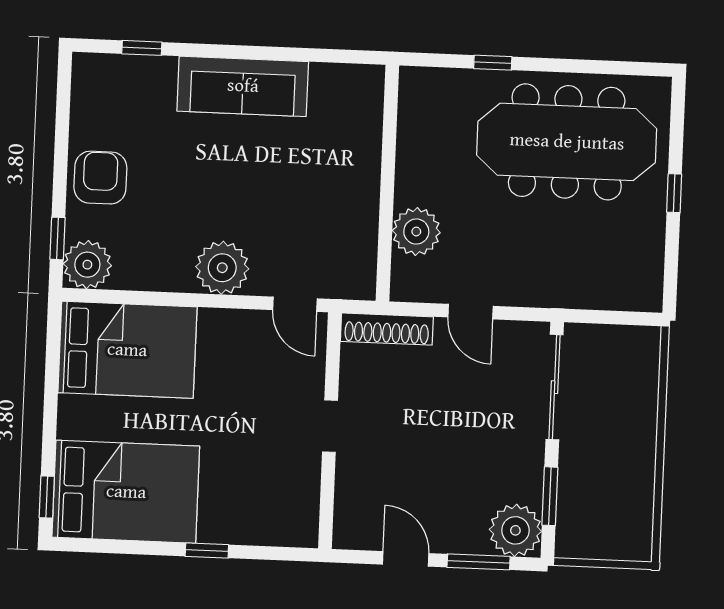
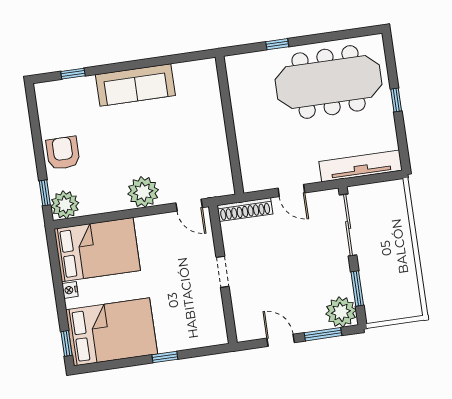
plant: (416, 232) -> (251, 150), removed
tv unit: (594, 292) -> (361, 166), added
nightstand: (69, 409) -> (70, 290), added

